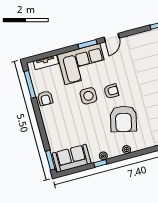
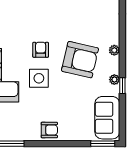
armchair: (45, 98) -> (49, 130), moved
armchair: (123, 119) -> (80, 60), moved

